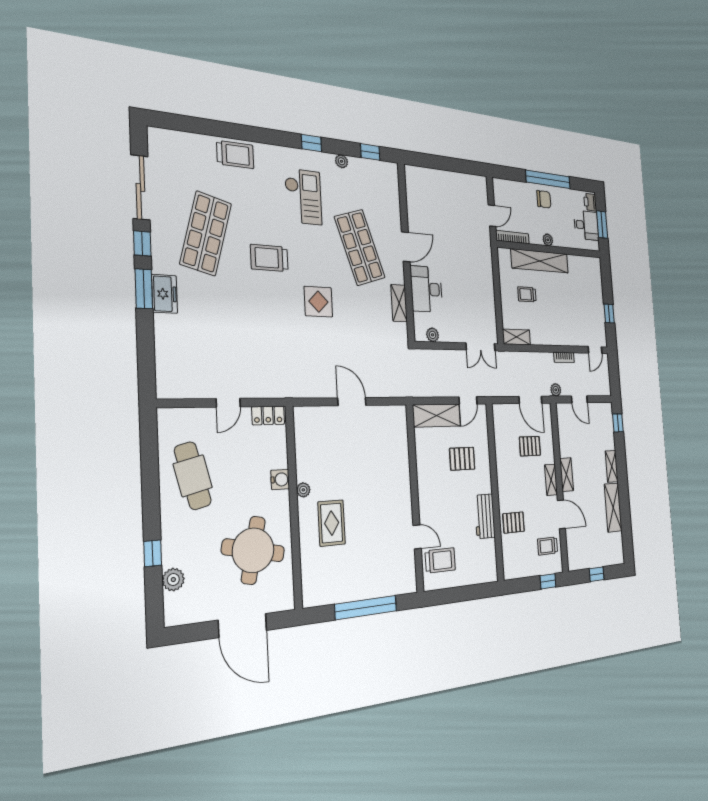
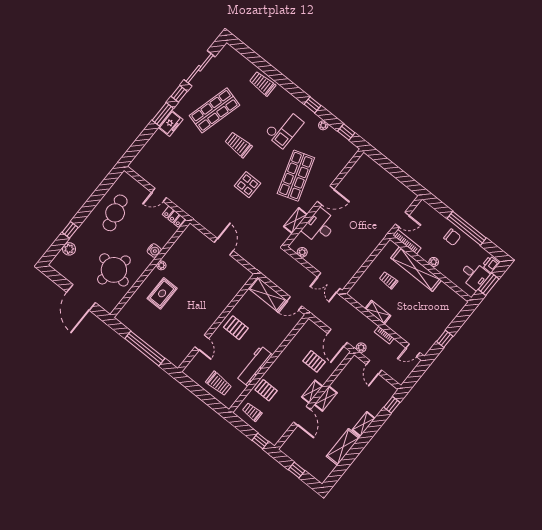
trolley: (235, 155) -> (262, 84), turned 180
shelving: (516, 337) -> (378, 312), moved
pallet: (462, 459) -> (236, 328), moved
workbench: (485, 516) -> (254, 366), width x1.37
trolley: (548, 546) -> (252, 412), moved
trolley: (440, 560) -> (219, 384), moved

